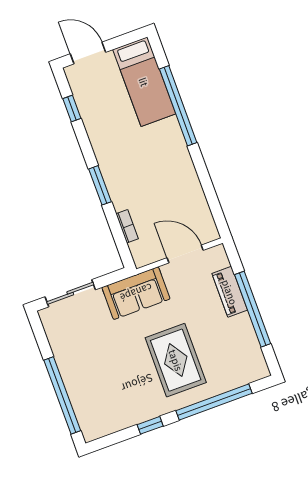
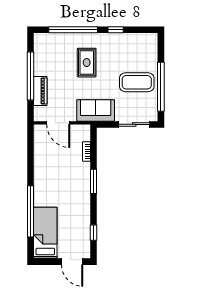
coffee table: (90, 358) -> (137, 82), added
rug: (176, 360) -> (87, 63), width x0.73, depth x0.70
window: (62, 395) -> (161, 87), moved

